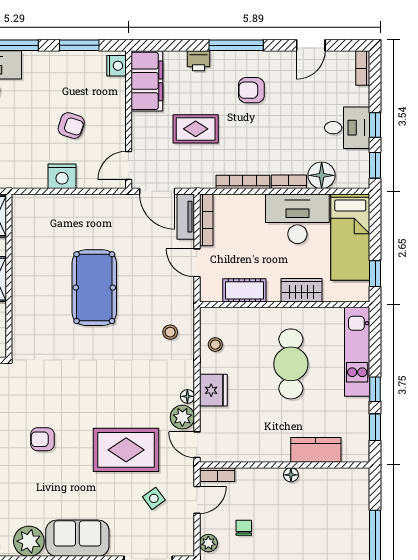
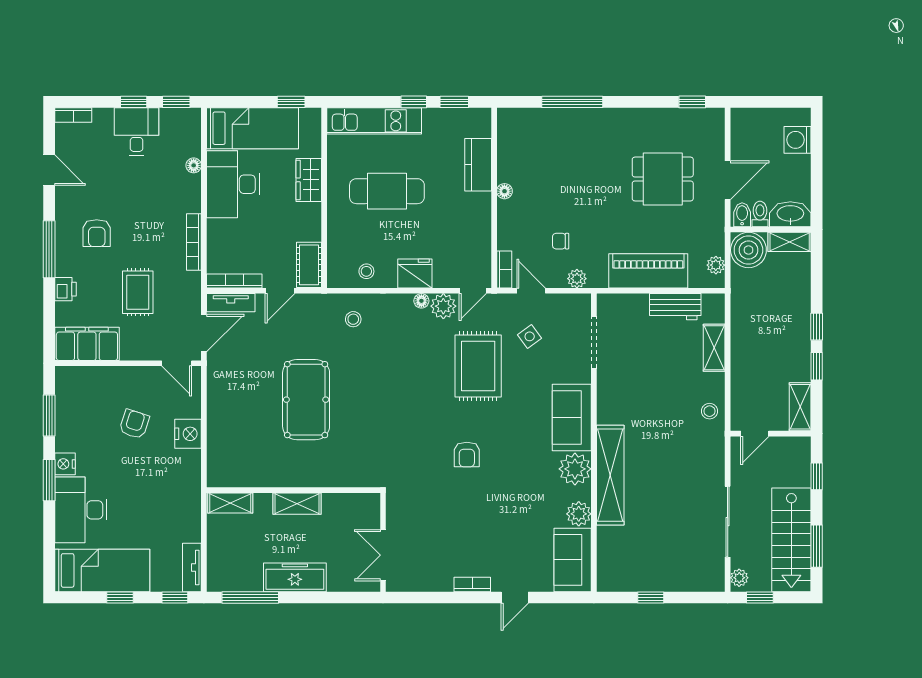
nightstand: (116, 66) -> (65, 464), moved, turned -90
floor lamp: (322, 175) -> (194, 165), width x0.53, depth x0.53
bookcase: (289, 182) -> (194, 193), removed
pool table: (94, 288) -> (306, 400), turned 90
cot: (244, 290) -> (309, 265), moved

